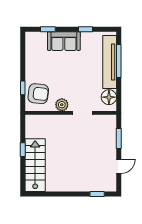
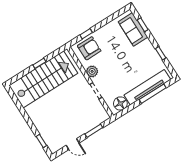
sofa: (64, 41) -> (133, 29), moved
armchair: (38, 94) -> (89, 48), turned -97
stairs: (35, 165) -> (43, 79), width x1.36, depth x1.51

